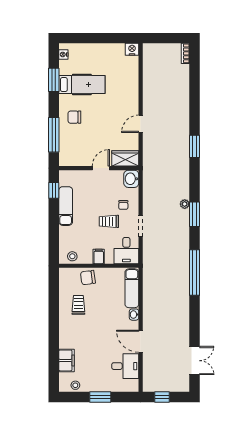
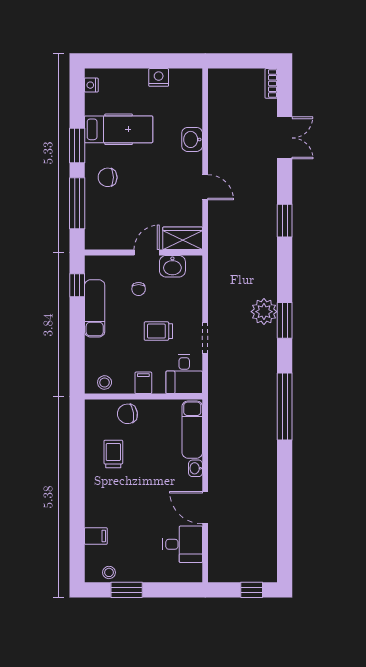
nightstand: (132, 49) -> (159, 77), moved
window: (54, 80) -> (77, 145), moved
washbasin: (132, 91) -> (192, 139), added
door: (141, 124) -> (205, 187), swing flipped
washbasin: (131, 179) -> (172, 266), moved, turned -90
plant: (185, 204) -> (264, 312), width x1.88, depth x1.88
chair: (123, 205) -> (139, 289), moved
filing cabinet: (66, 360) -> (96, 536), width x0.50
double door: (195, 361) -> (285, 138), moved
window: (100, 397) -> (127, 590), moved
window: (162, 397) -> (252, 590), moved

